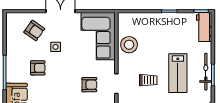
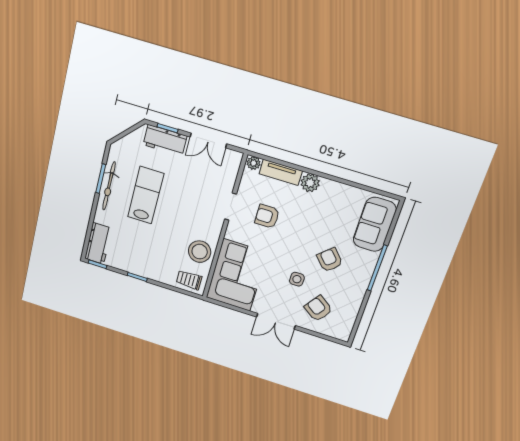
armchair: (38, 68) -> (330, 260), turned 48
trolley: (148, 80) -> (189, 280), moved

